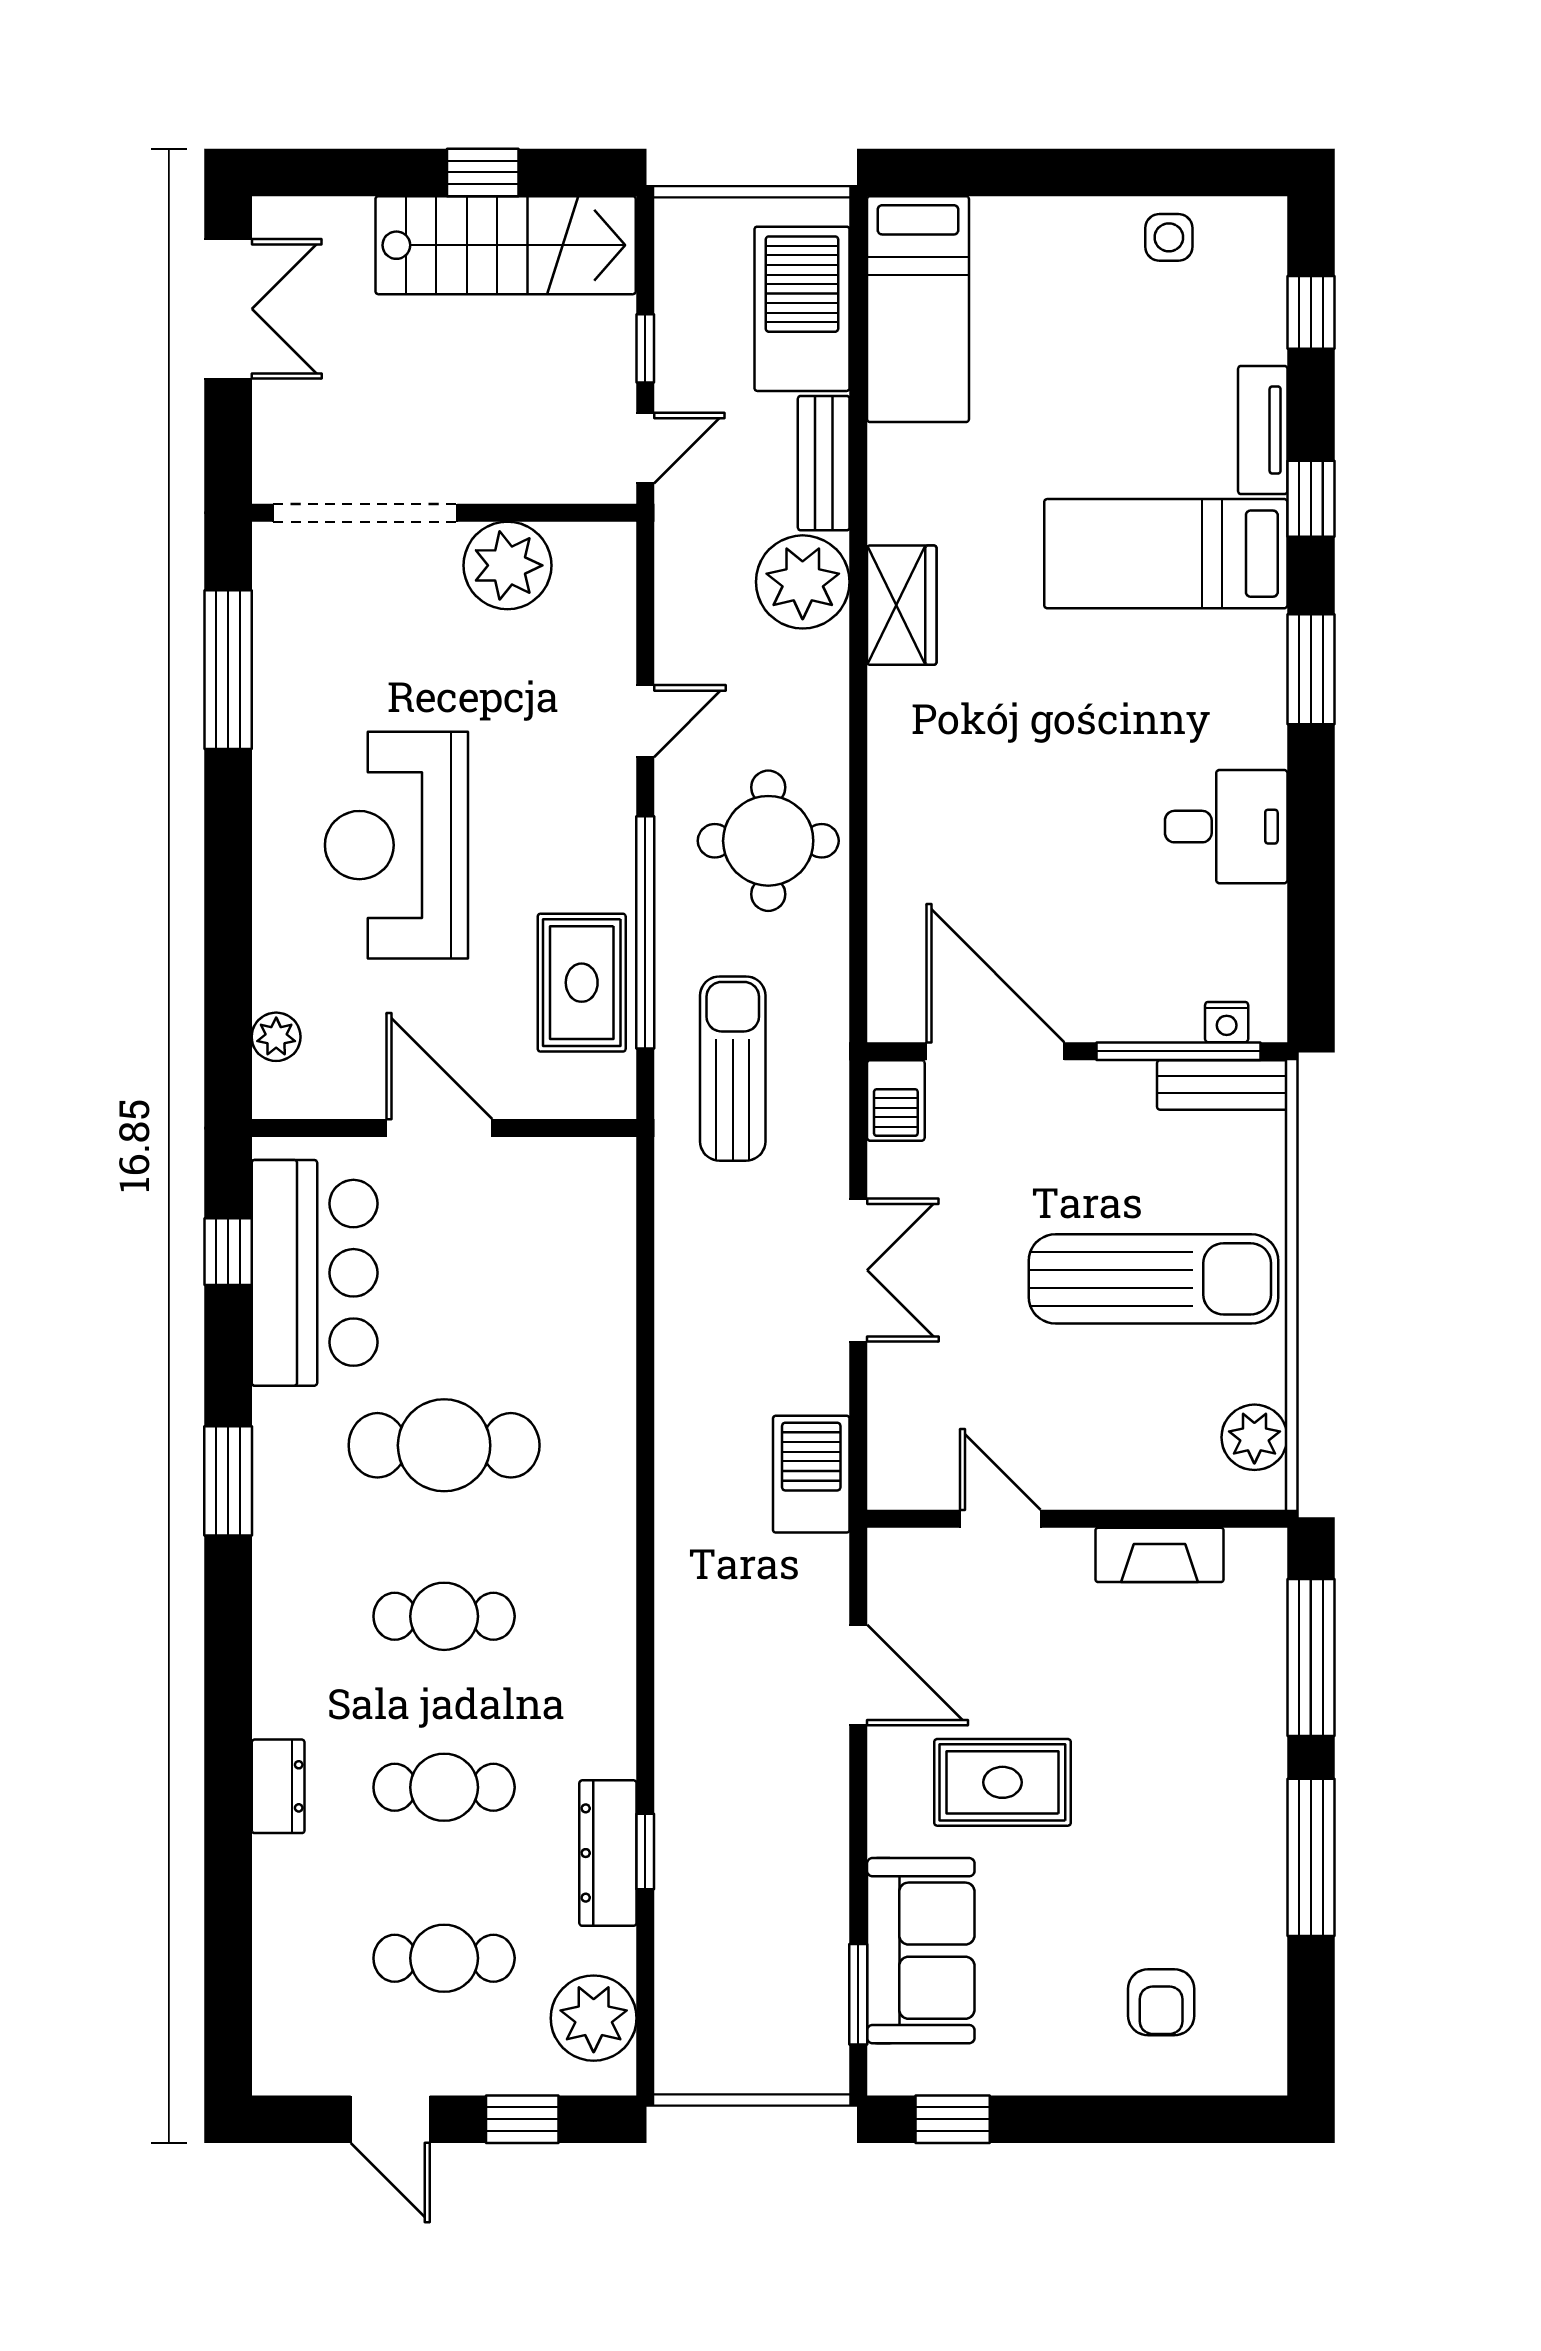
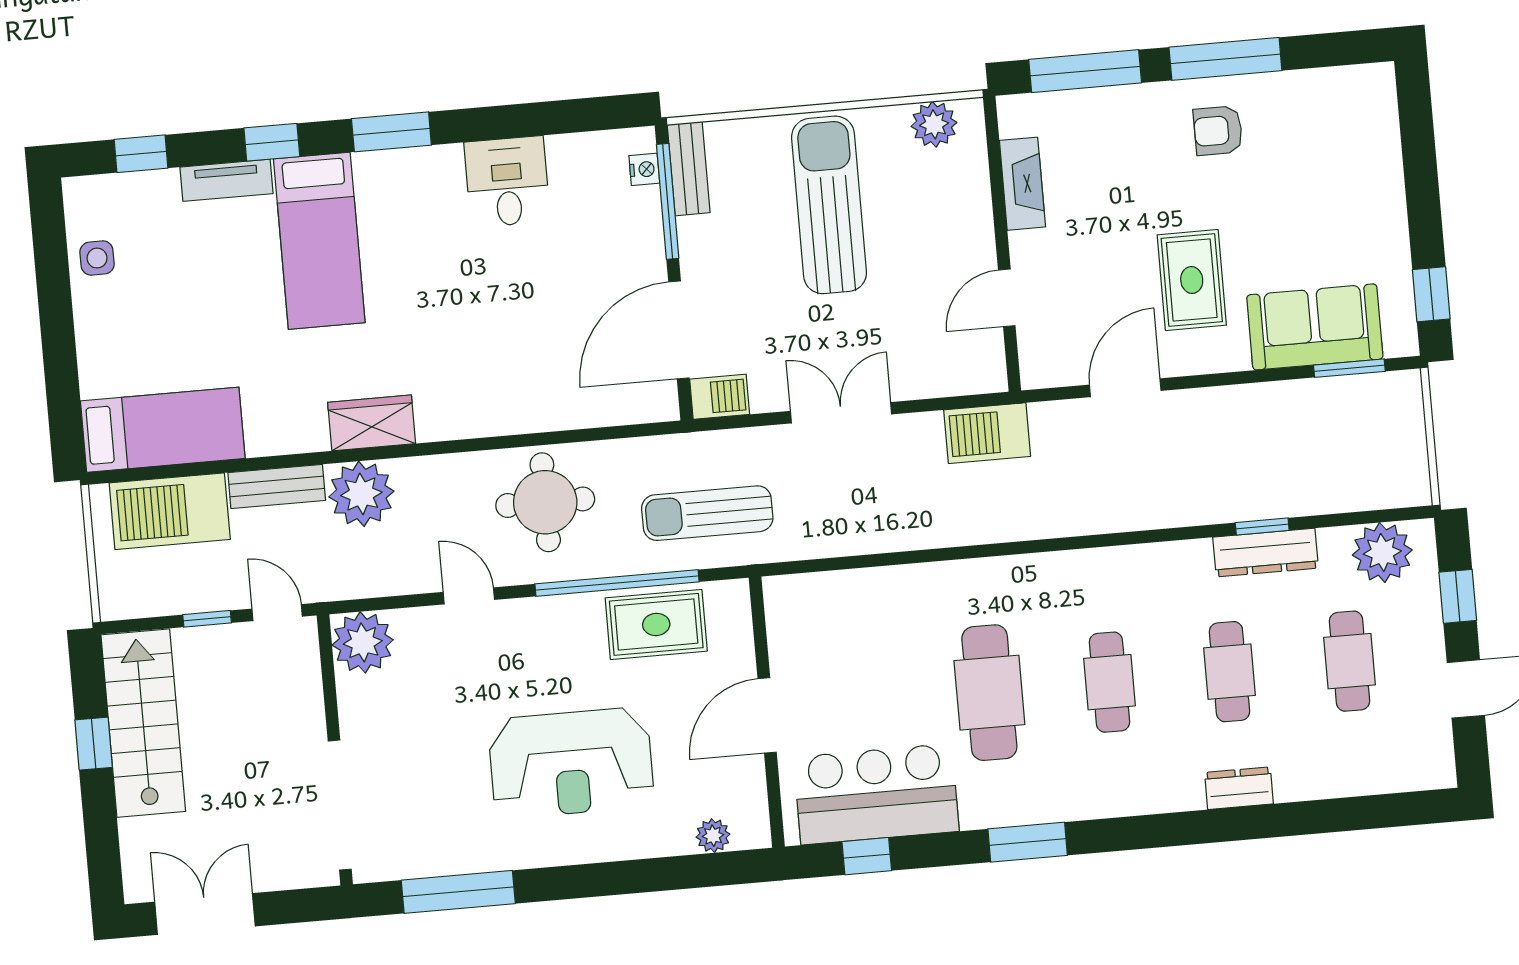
plant: (507, 565) -> (363, 642), moved
armchair: (1161, 2002) -> (1218, 131), moved, turned 180

